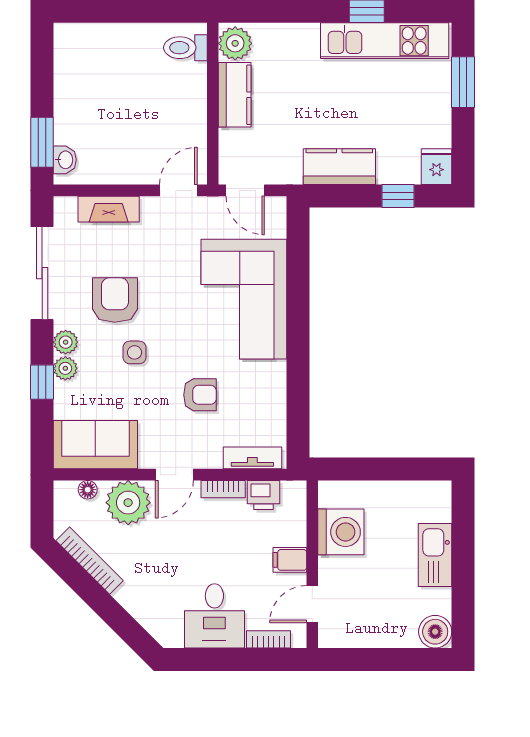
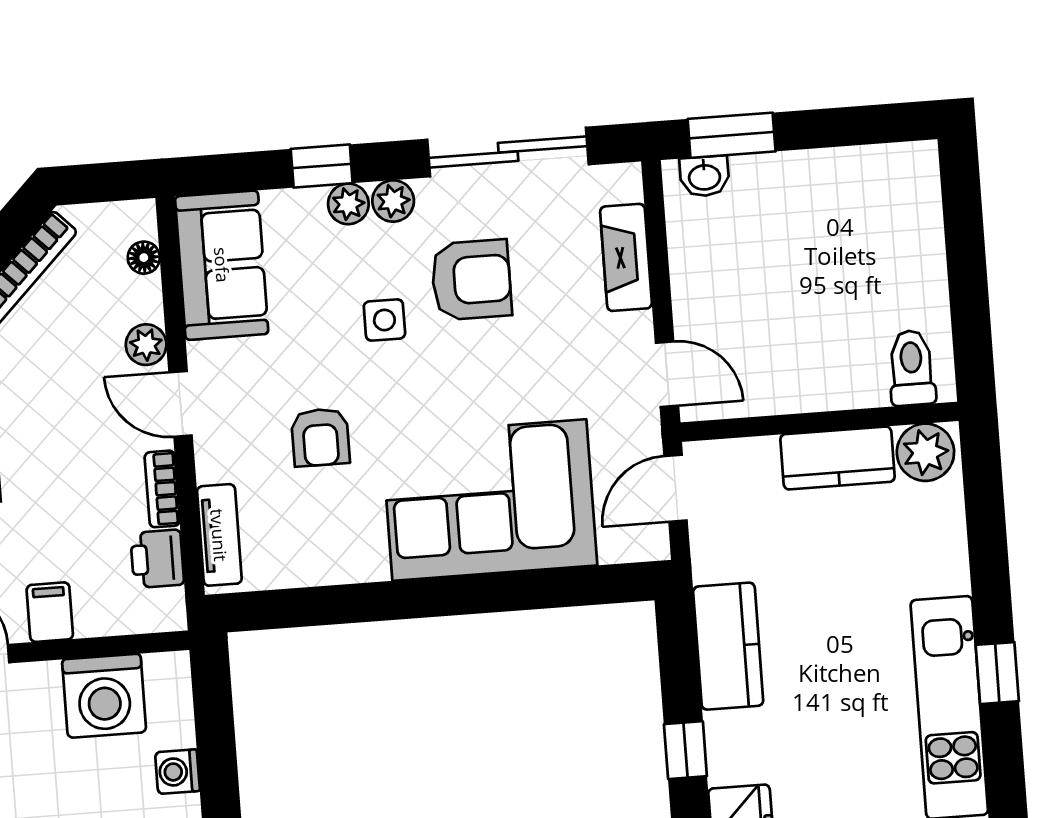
washing machine: (388, 493) -> (177, 772), added
plant: (128, 503) -> (146, 345), width x0.53, depth x0.53

